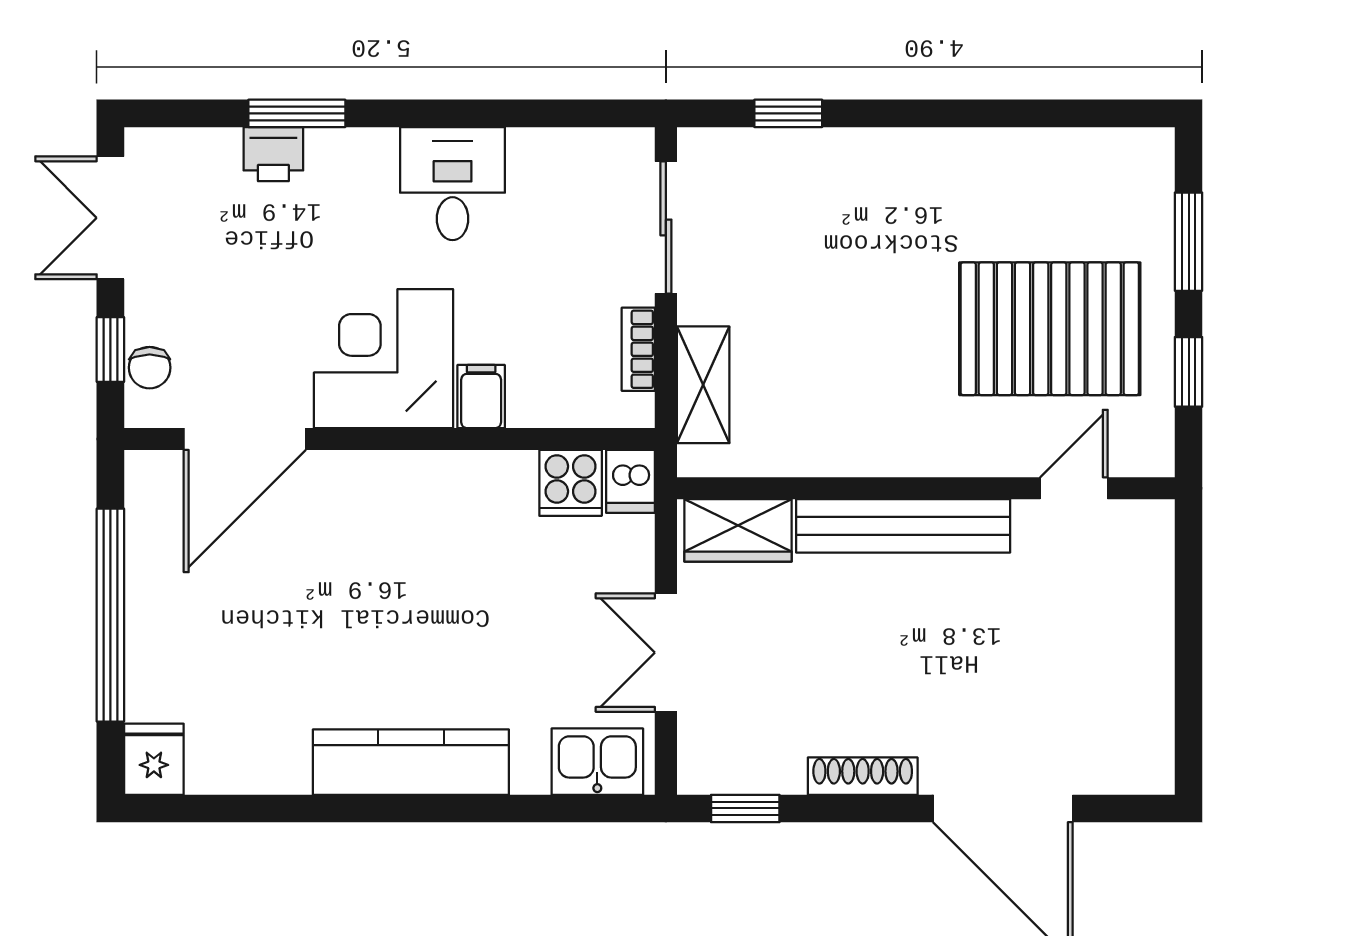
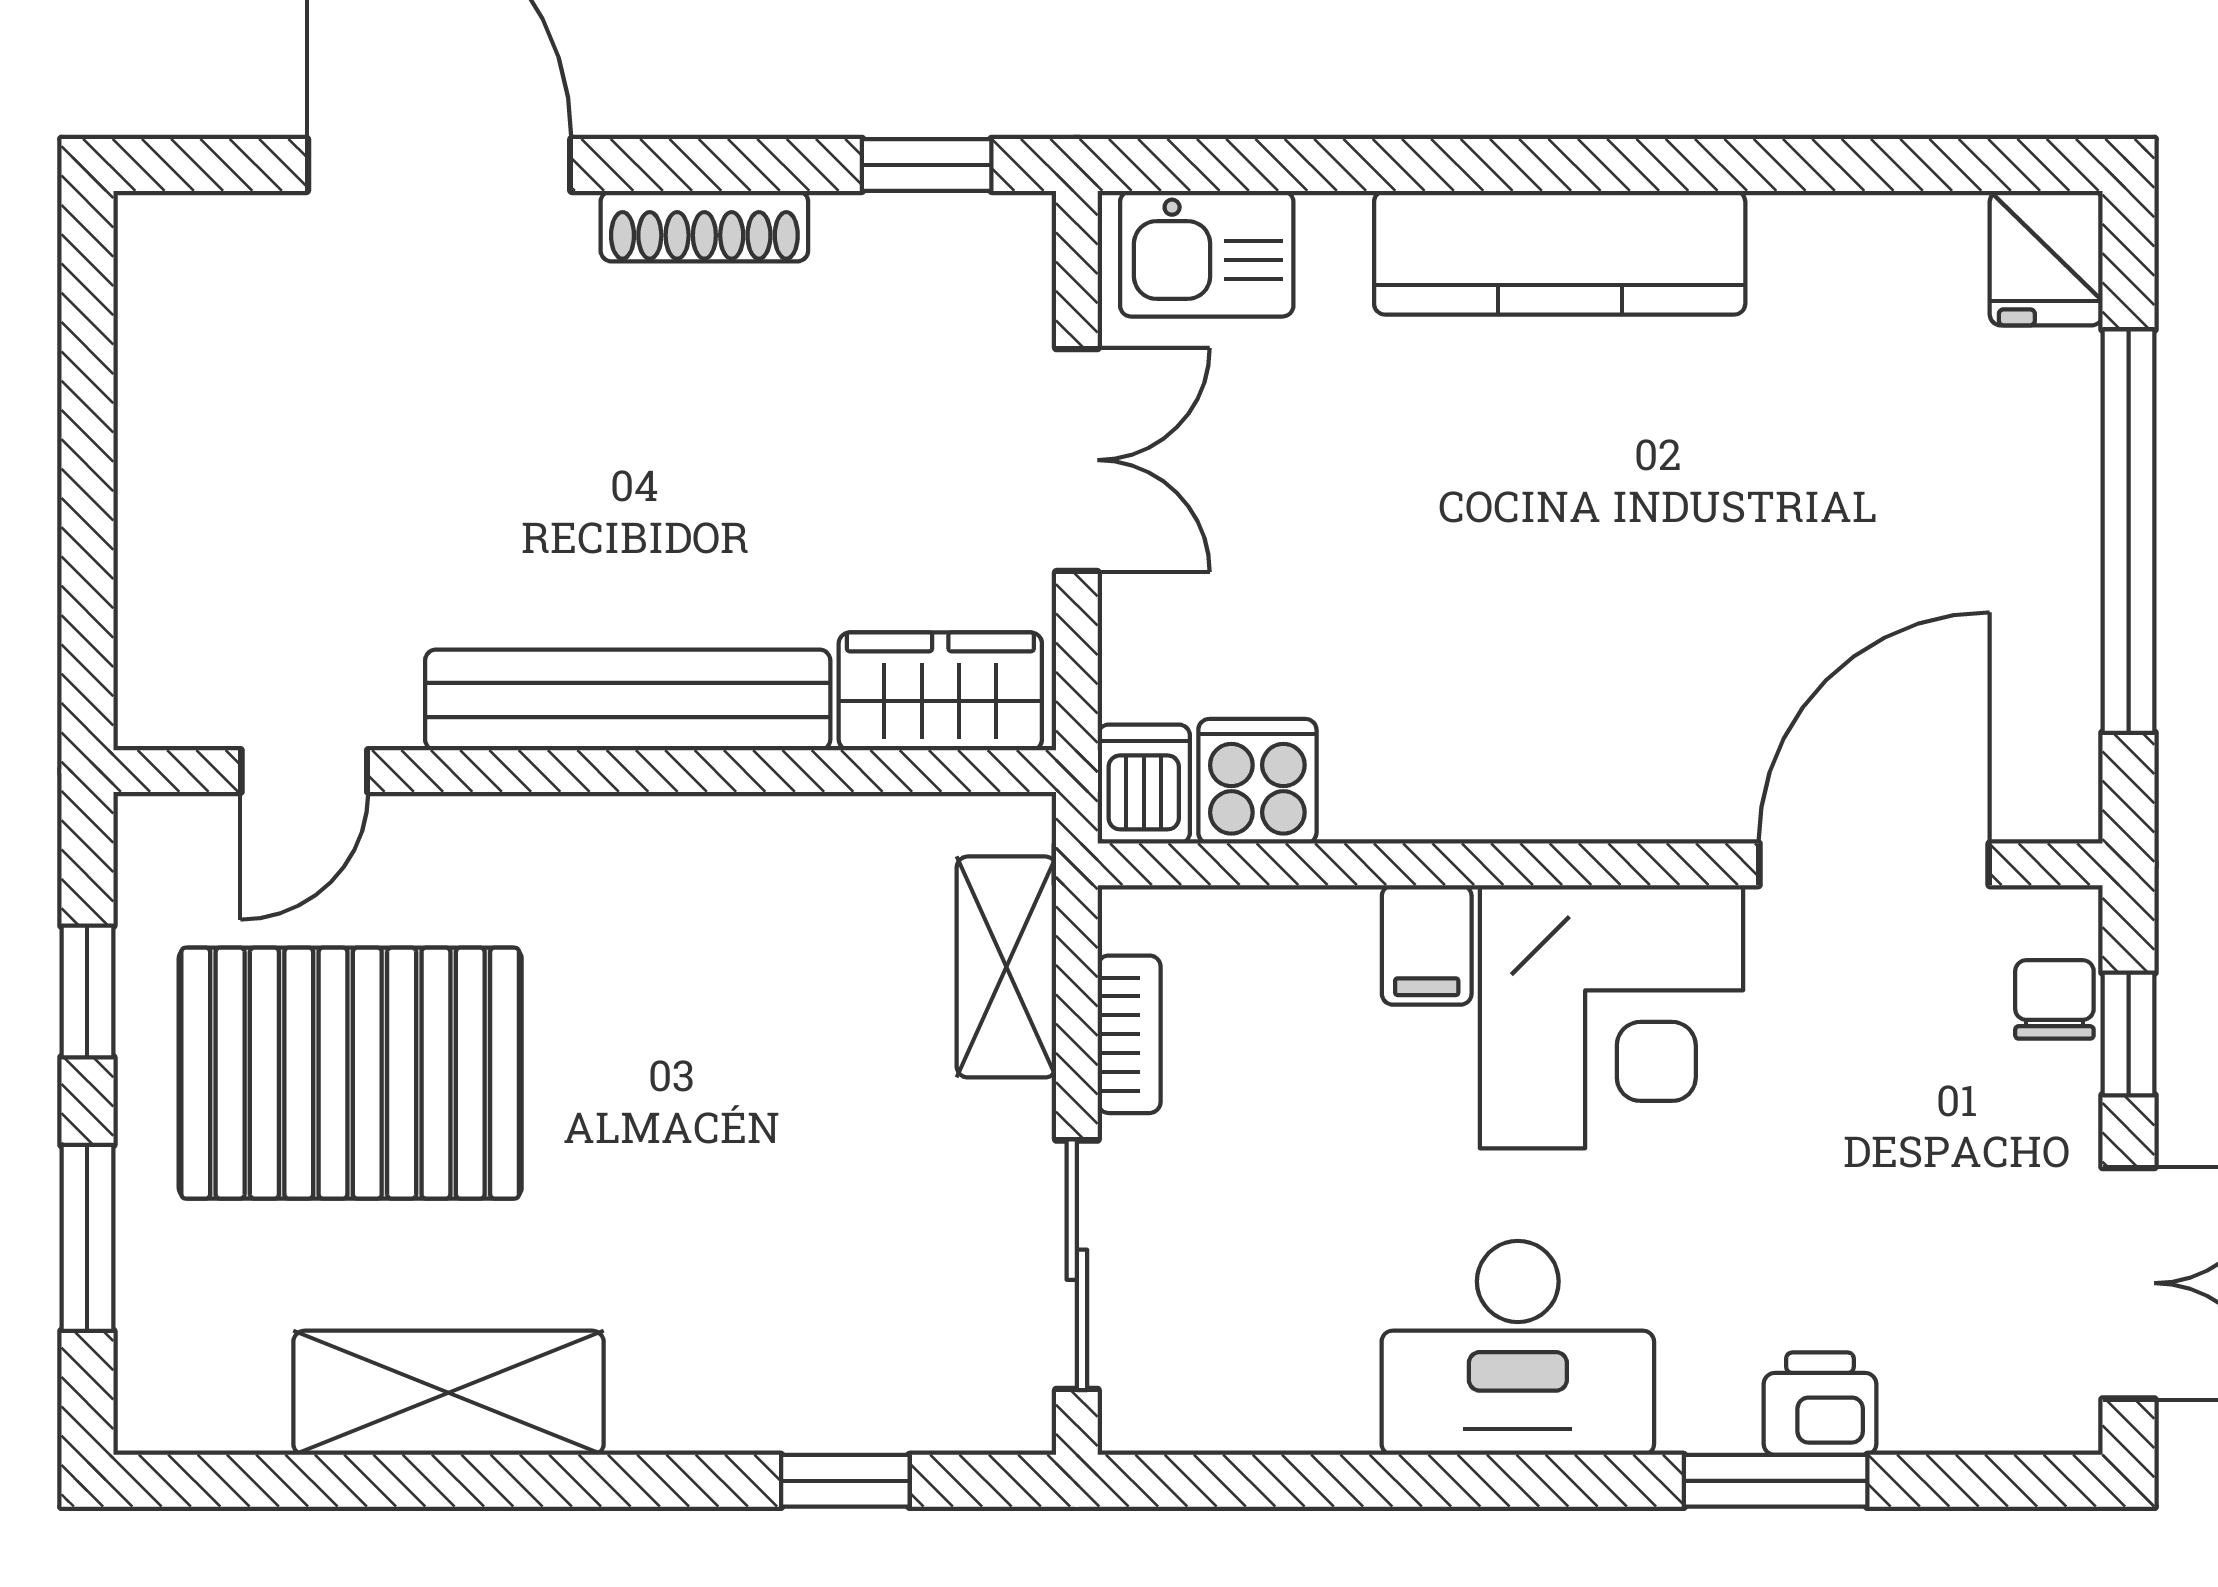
shelving: (998, 160) -> (448, 1393), added
desk: (453, 184) -> (1518, 1348), width x1.37

